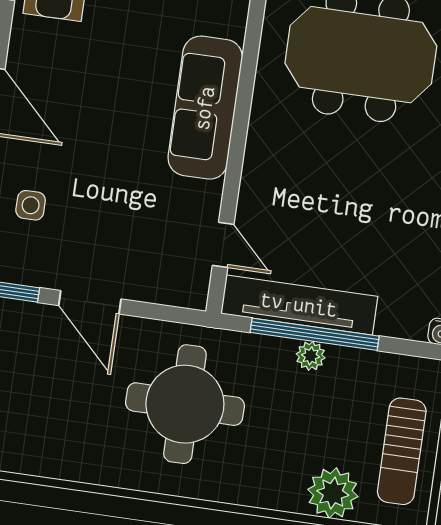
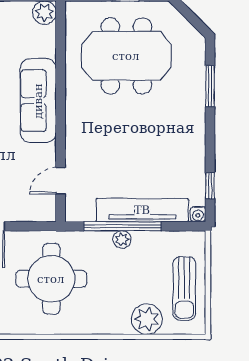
door: (223, 245) -> (61, 181), swing flipped
tv unit: (299, 305) -> (142, 210), moved

